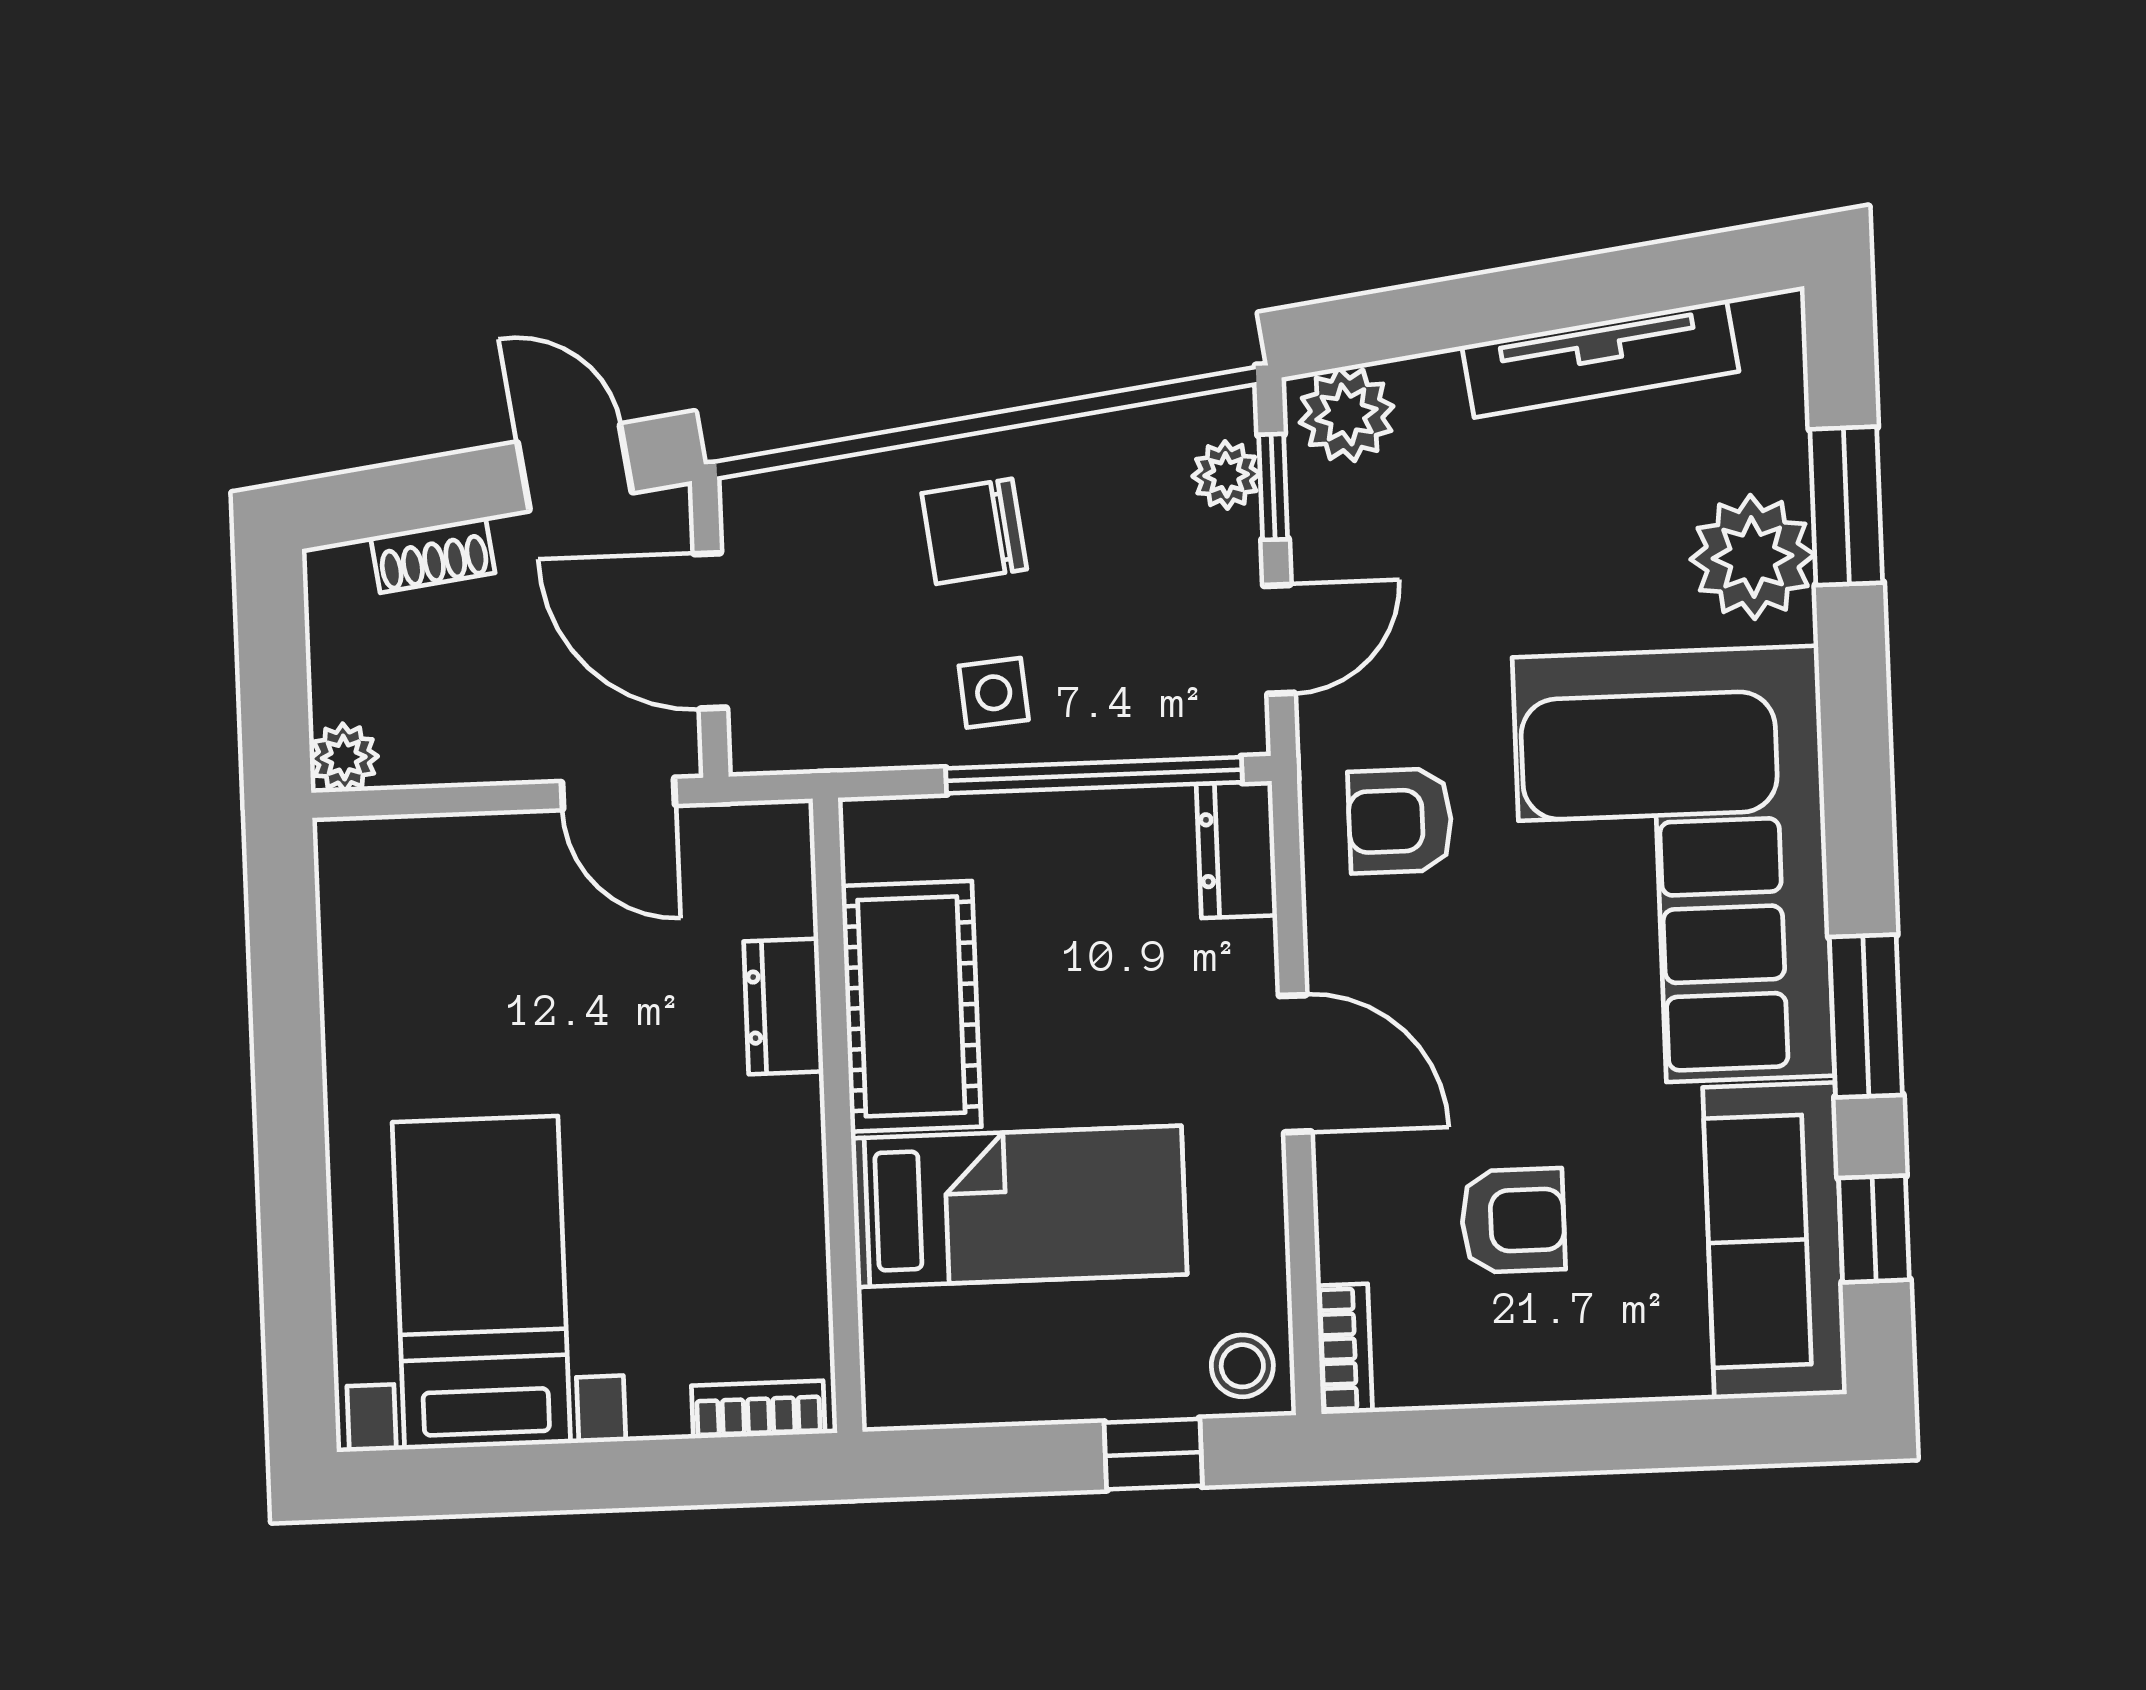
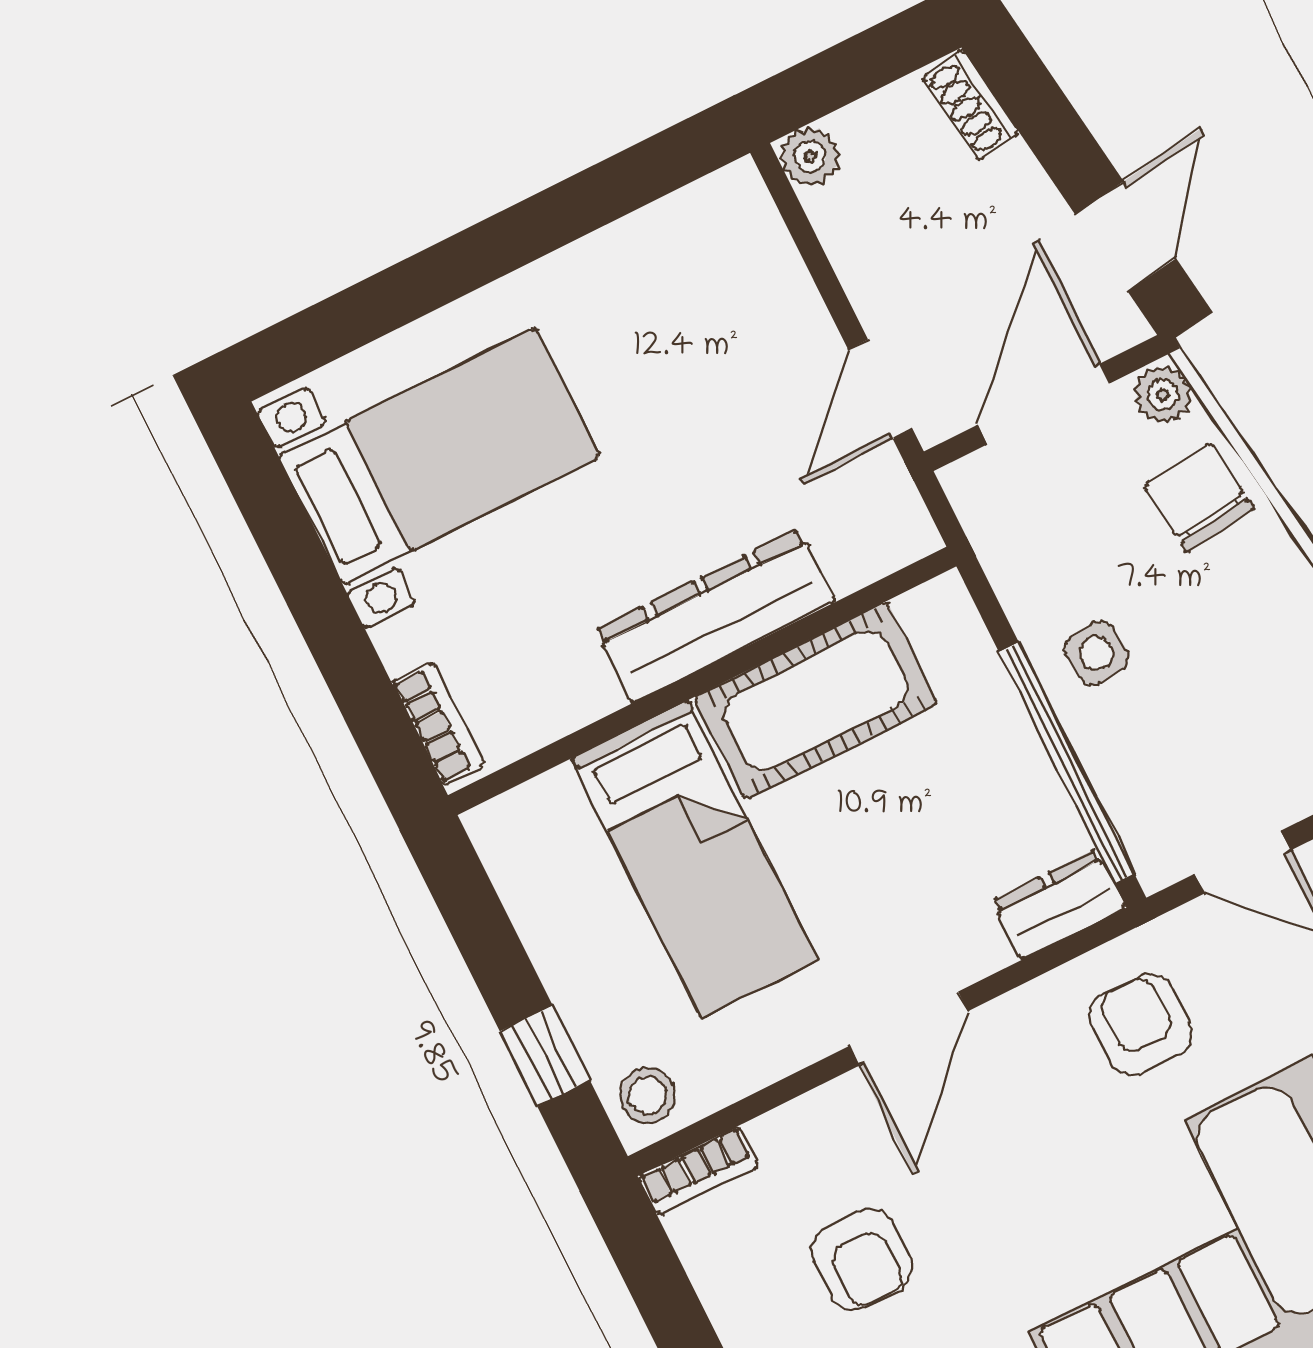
plant: (757, 503) -> (1163, 395), added
chair: (974, 531) -> (1199, 497), moved
shoe rack: (433, 555) -> (971, 105), moved
dresser: (783, 1006) -> (716, 616), width x1.96, depth x1.24

